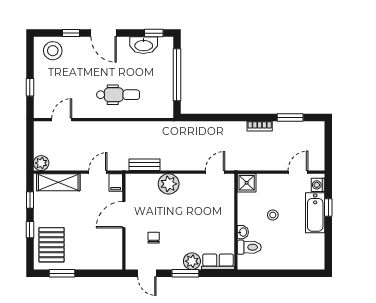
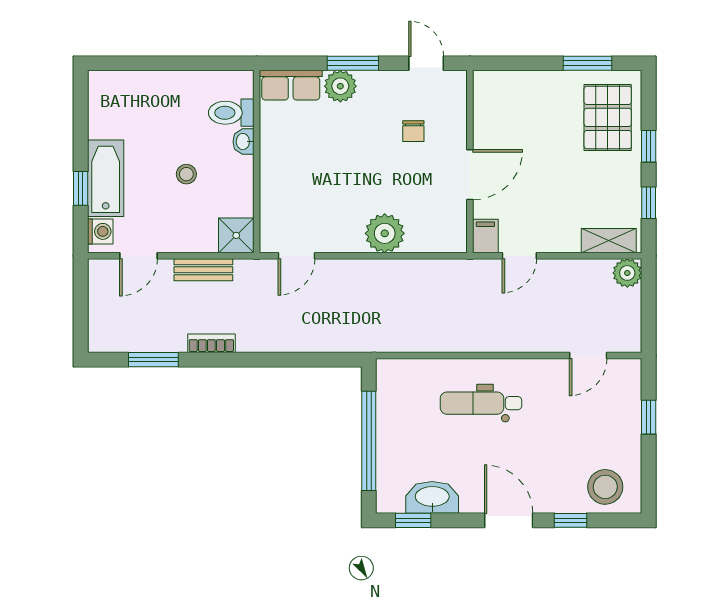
bench: (144, 165) -> (203, 270), moved
shelving: (58, 182) -> (609, 241), width x0.67, depth x0.75

